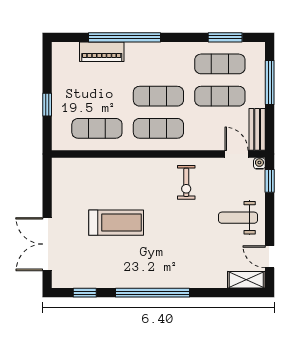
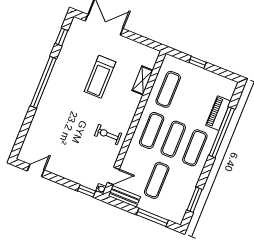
exercise mat: (220, 64) -> (195, 148), moved
weight bench: (238, 218) -> (70, 160), removed
shelving: (246, 280) -> (142, 80), moved

